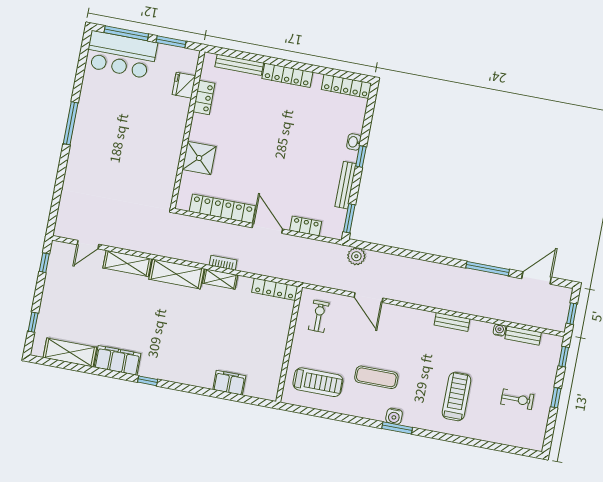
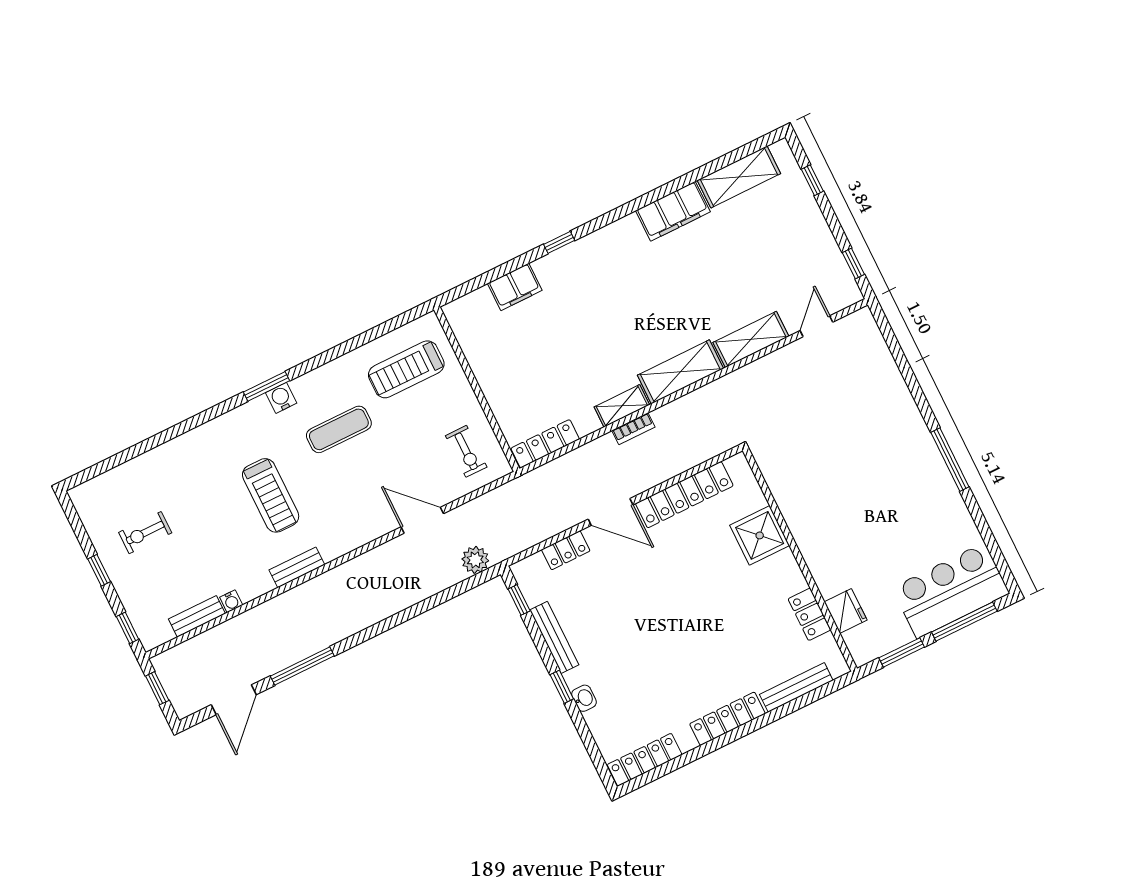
window: (349, 218) -> (519, 600), width x0.67
window: (148, 381) -> (559, 242), moved
treadmill: (457, 396) -> (271, 495), moved

